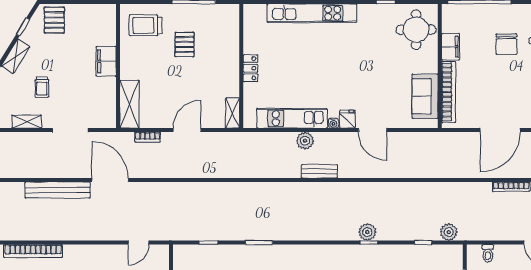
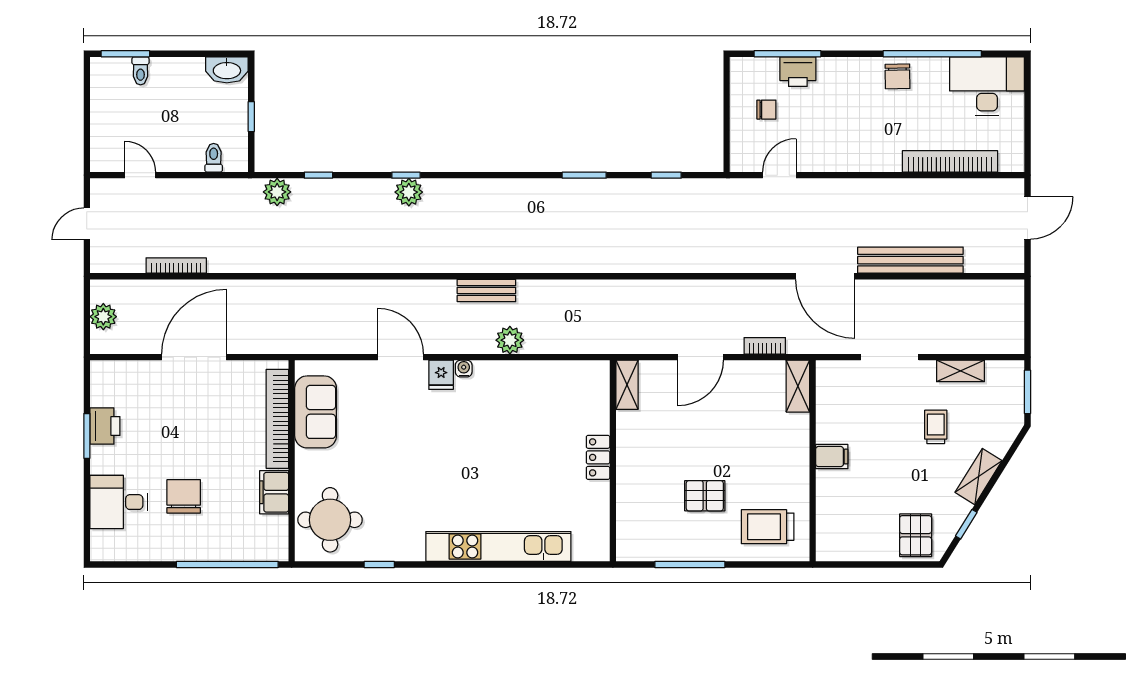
trolley: (146, 25) -> (768, 527), turned 180
pallet: (185, 45) -> (705, 496), turned 90
filing cabinet: (106, 61) -> (832, 457), width x0.50
shelving: (129, 104) -> (798, 386), width x0.67, depth x0.75
kitchen unit: (292, 118) -> (531, 376), removed

